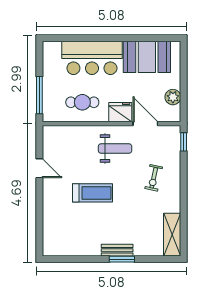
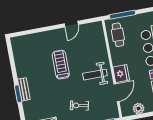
cafe table: (82, 102) -> (118, 35), moved
weight bench: (115, 149) -> (95, 75), turned 90
treadmill: (93, 193) -> (61, 65), turned 180

